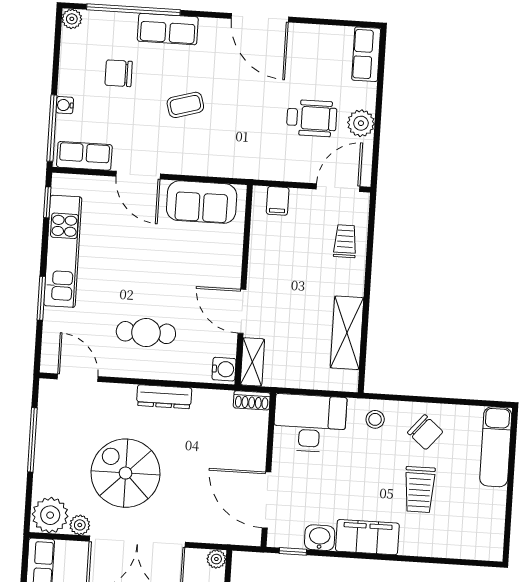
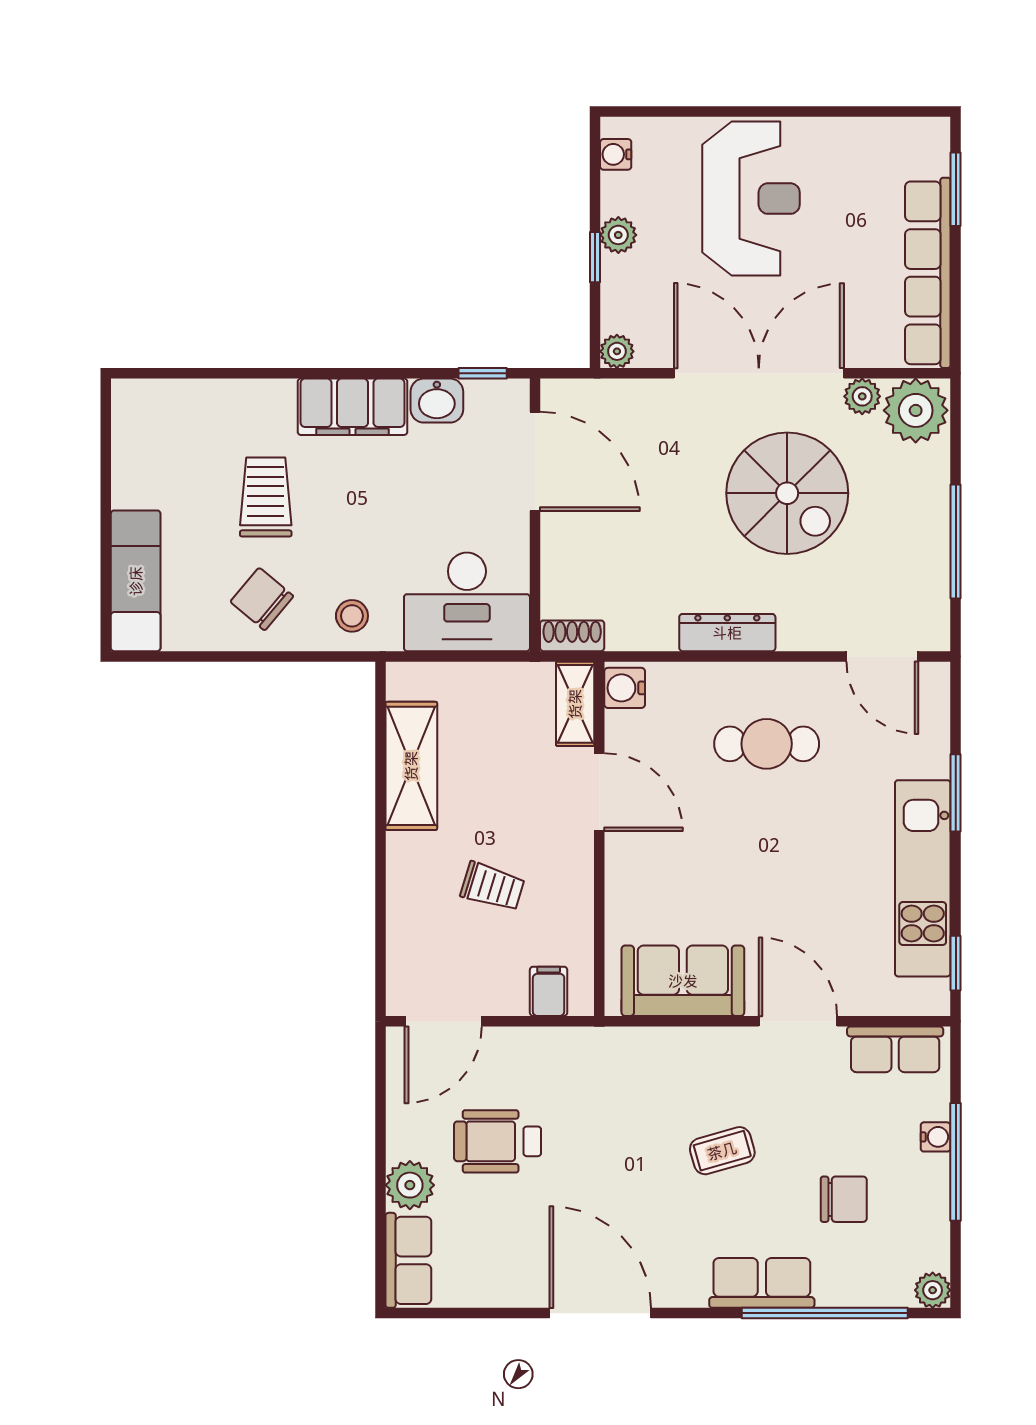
plant: (361, 123) -> (410, 1185), moved
window: (52, 128) -> (956, 1162), moved
trolley: (345, 241) -> (492, 887), moved, turned -73

